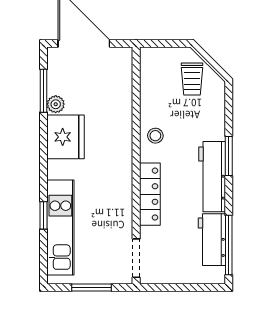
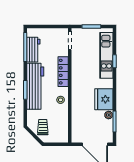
workbench: (212, 177) -> (35, 86), width x1.36, depth x1.32

